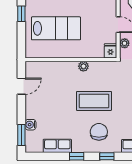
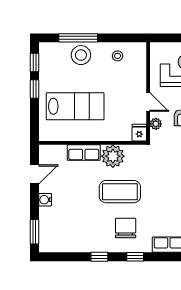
plant: (83, 66) -> (113, 156), width x1.87, depth x1.87
water cooler: (30, 125) -> (45, 200), moved
row of seats: (57, 146) -> (84, 153), moved, turned 180

